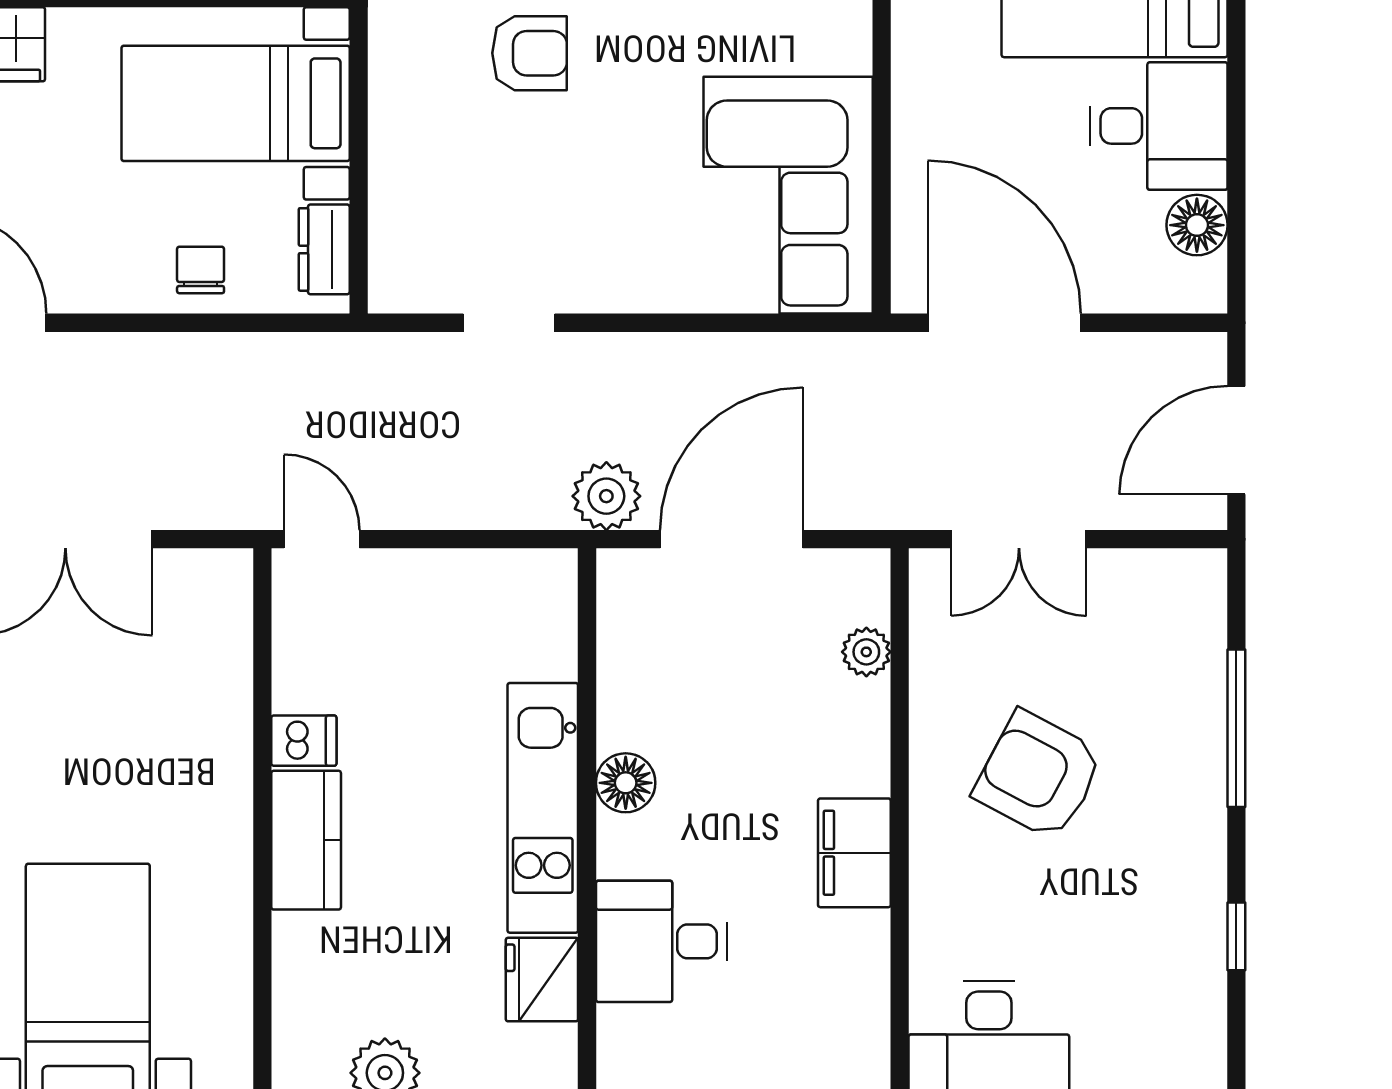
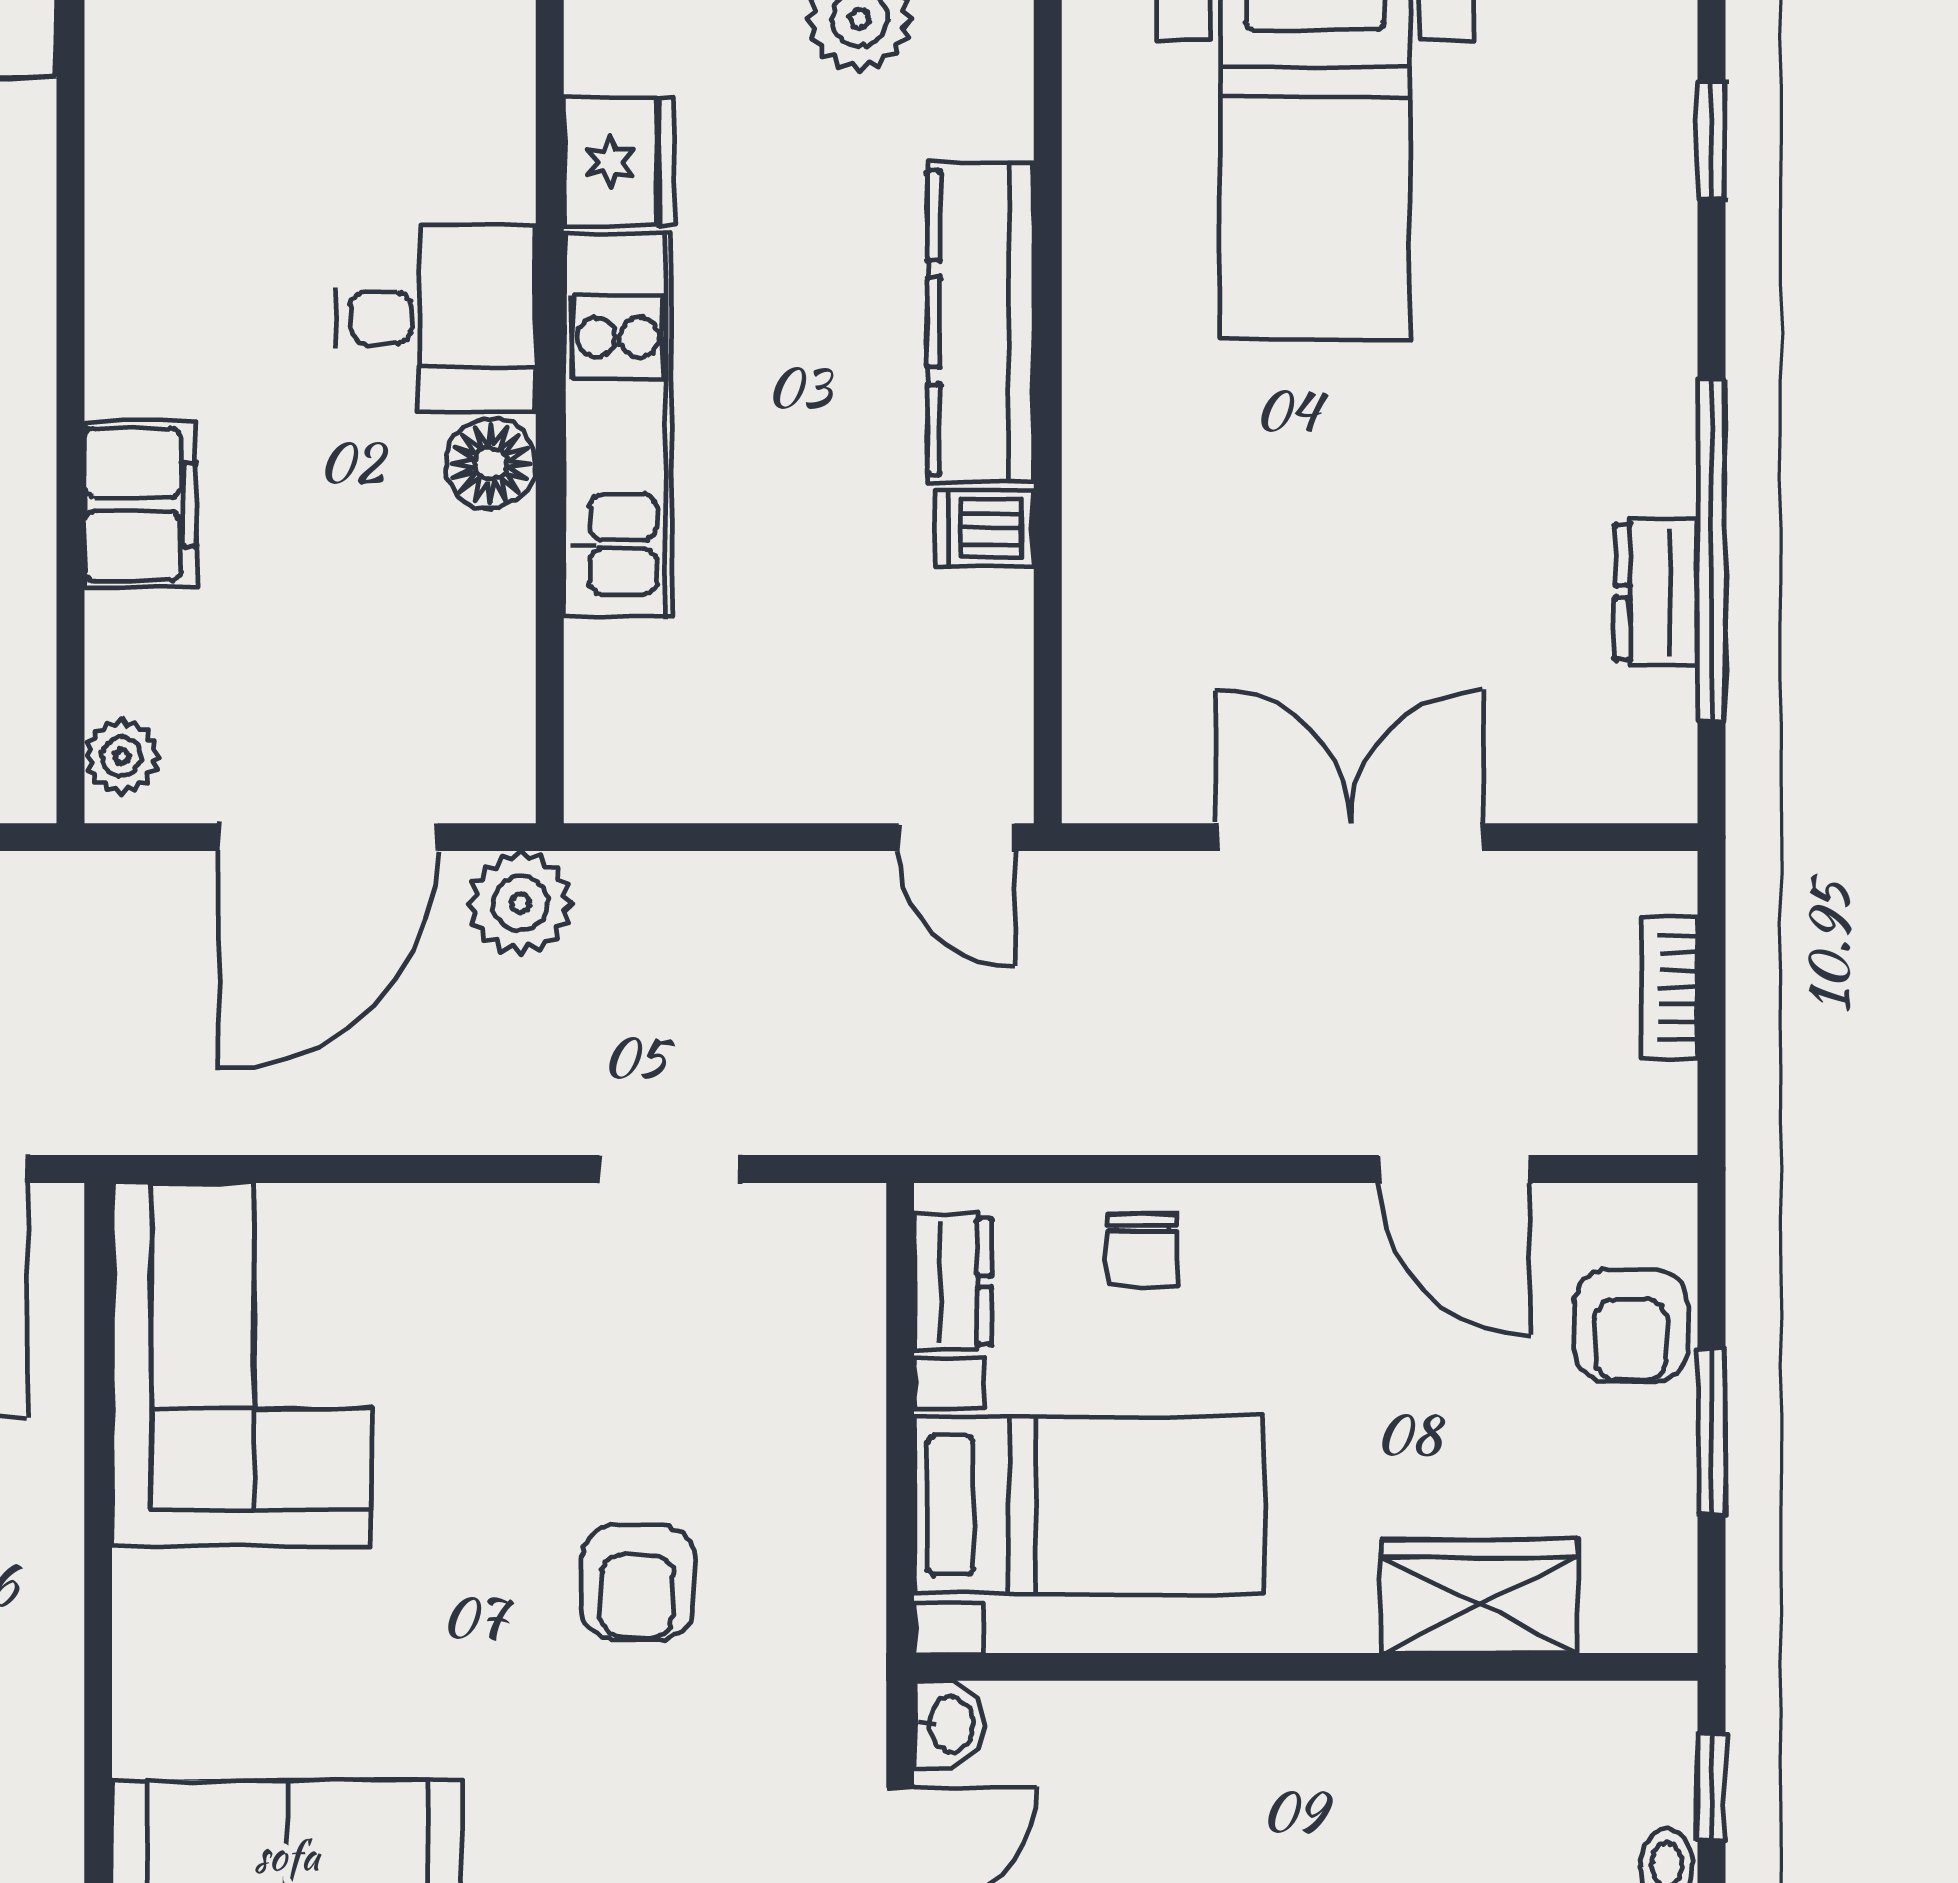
armchair: (530, 53) -> (638, 1582), turned -88
plant: (866, 652) -> (122, 756), moved
kitchen counter: (306, 840) -> (981, 322), width x1.50
filing cabinet: (854, 853) -> (140, 504), moved
desk: (662, 941) -> (435, 318), moved

